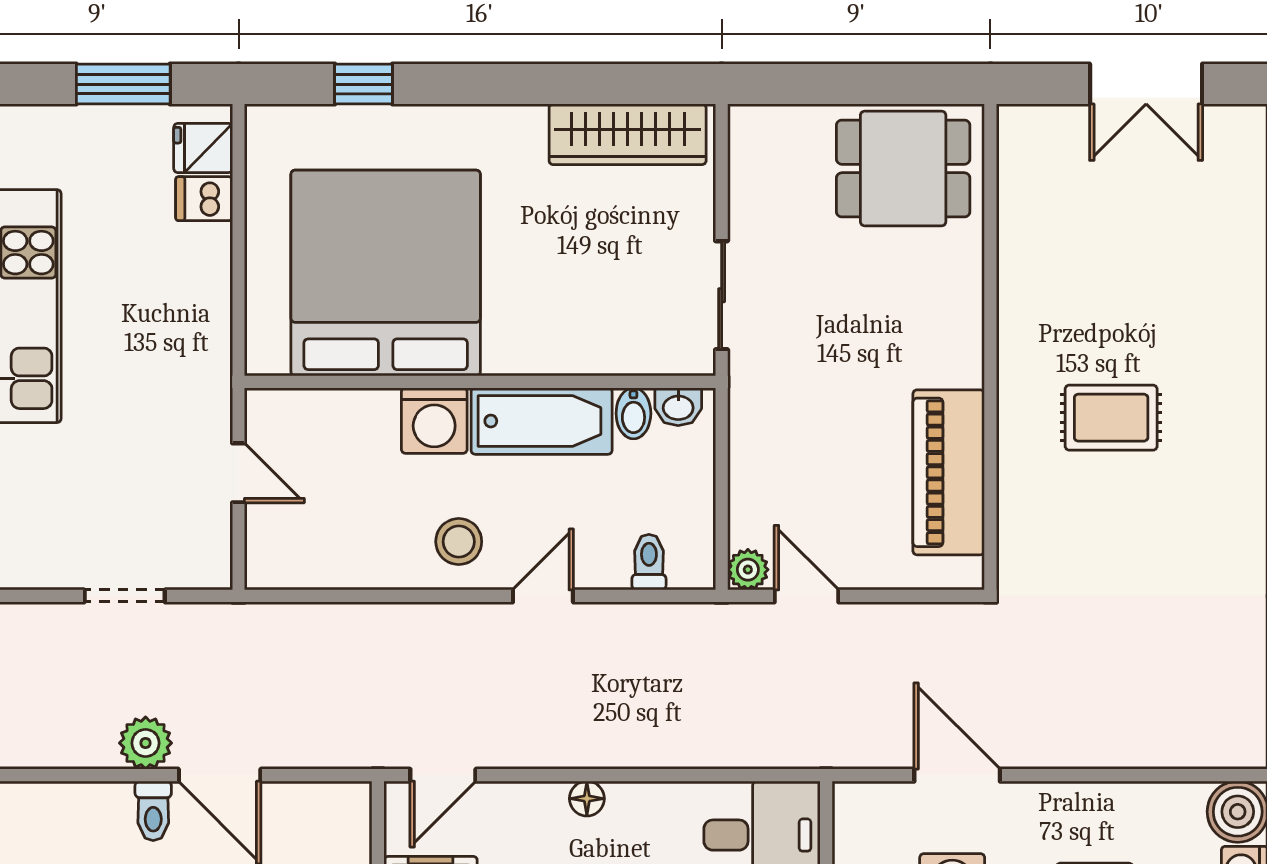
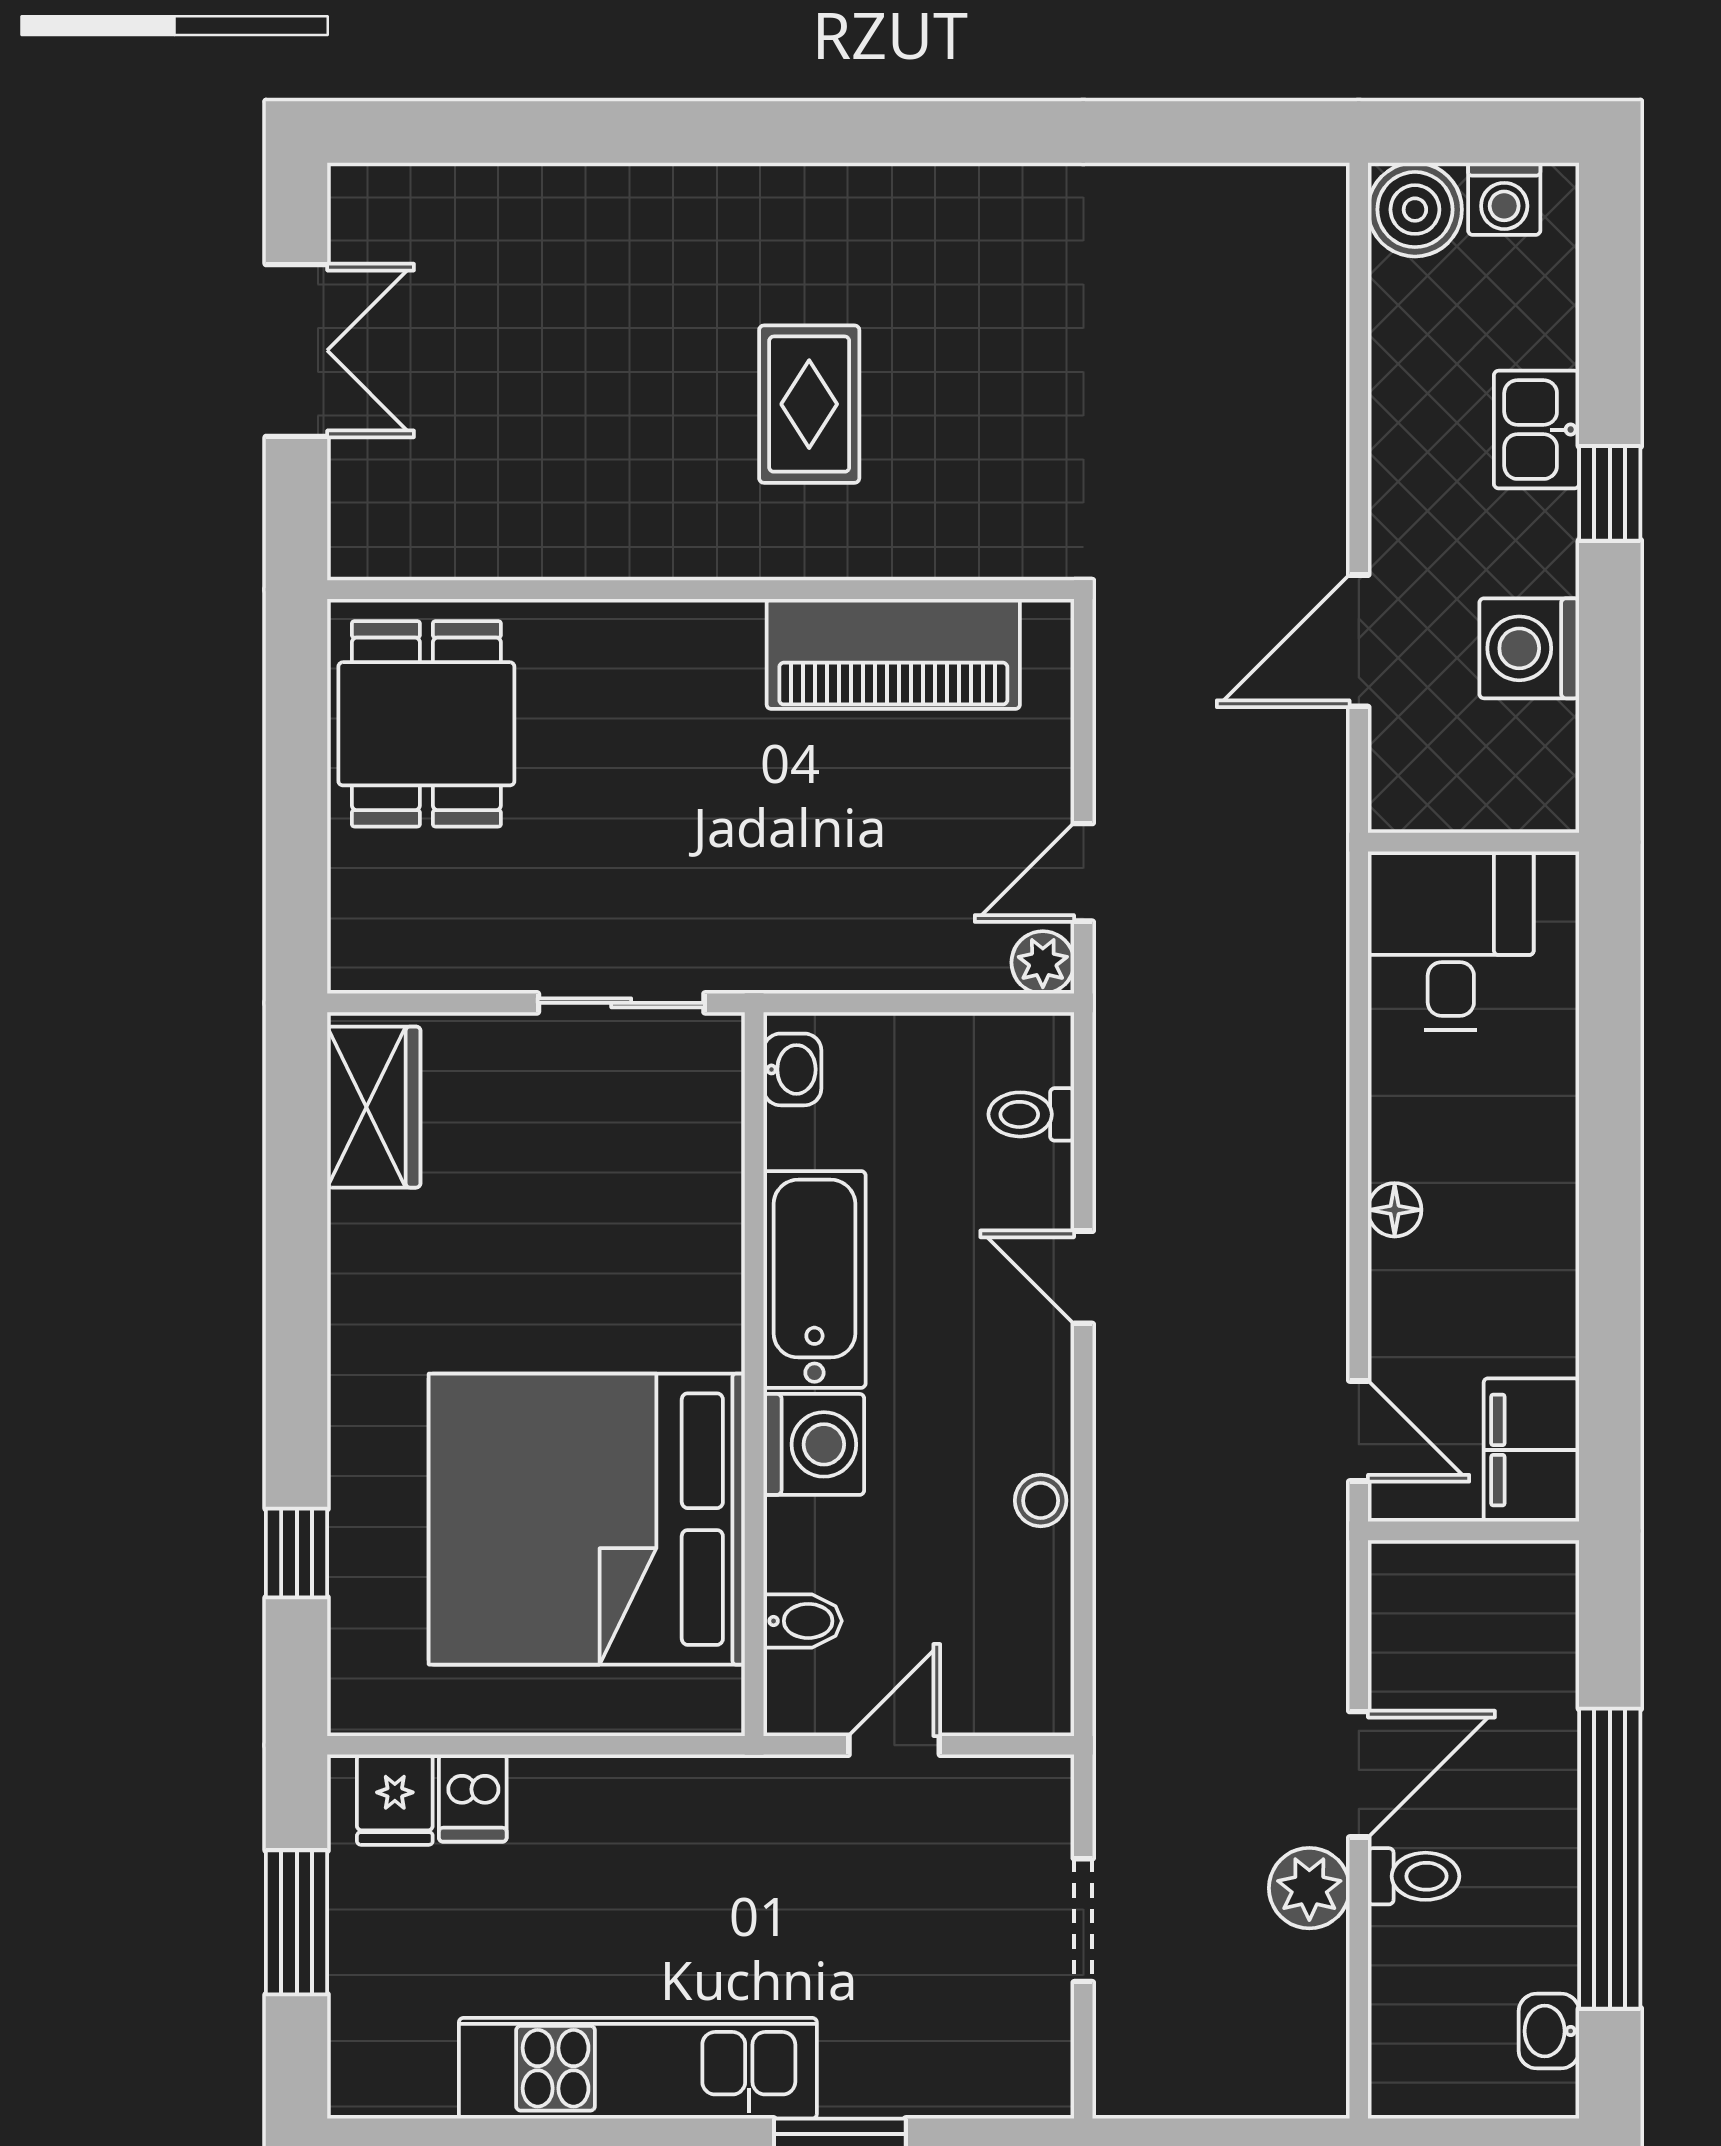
wardrobe: (628, 134) -> (374, 1107), width x0.67
bidet: (633, 413) -> (803, 1621), moved
stool: (459, 542) -> (1041, 1501), moved, width x0.73, depth x0.73

